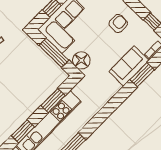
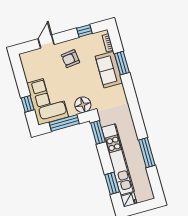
armchair: (118, 24) -> (70, 59), turned -97
window: (53, 101) -> (98, 132), moved

